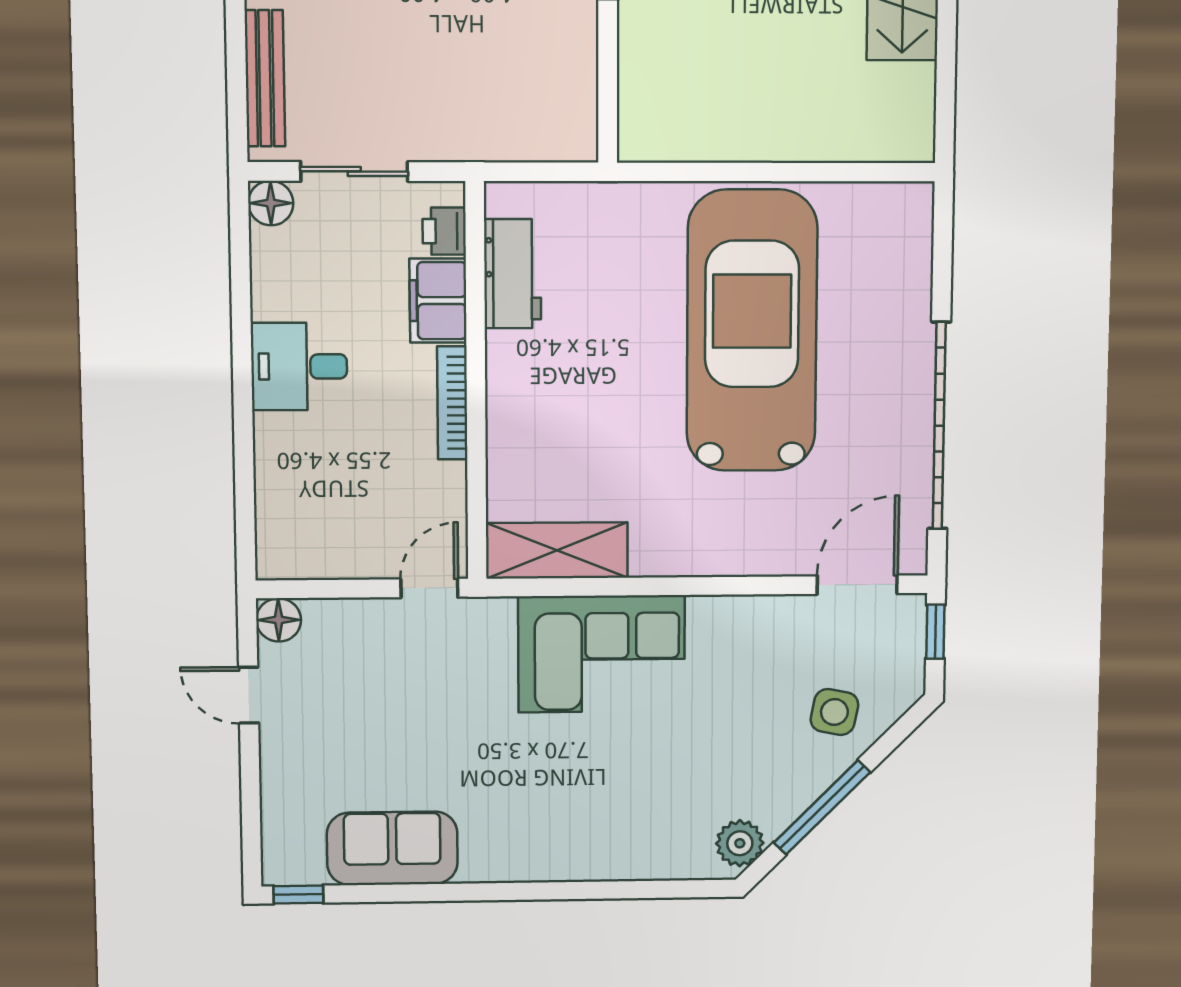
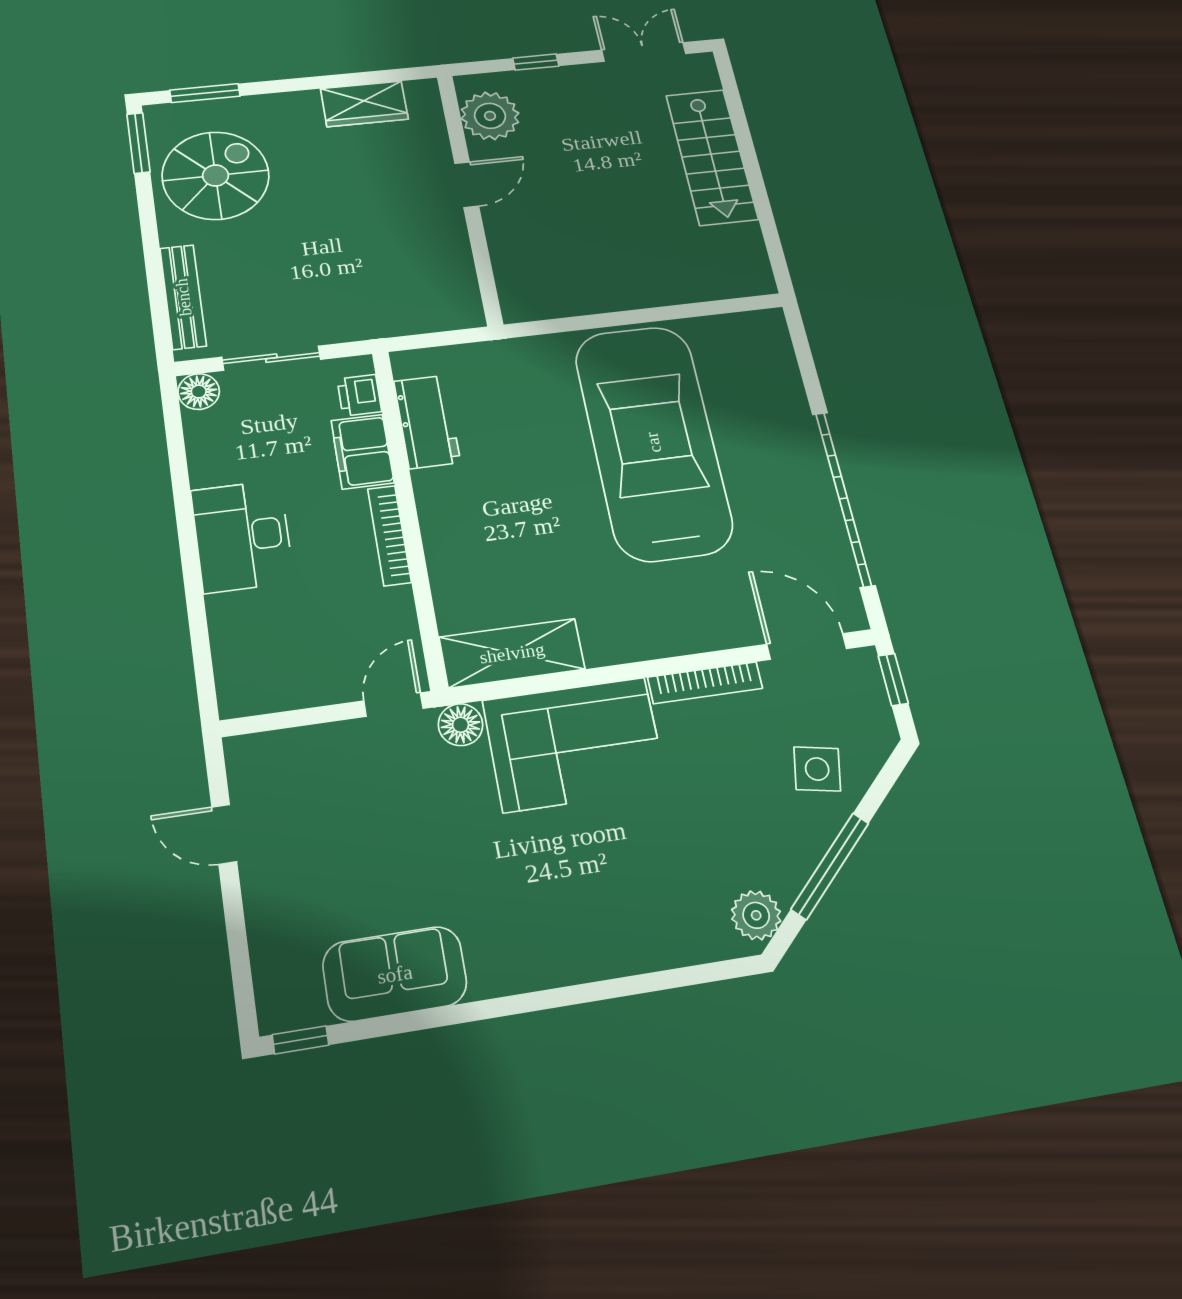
desk: (299, 366) -> (242, 536), width x1.37
door: (857, 585) -> (807, 646), hinge flipped
bookcase: (745, 609) -> (705, 683), added
floor lamp: (279, 620) -> (461, 725), moved

